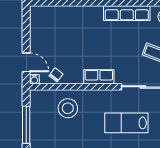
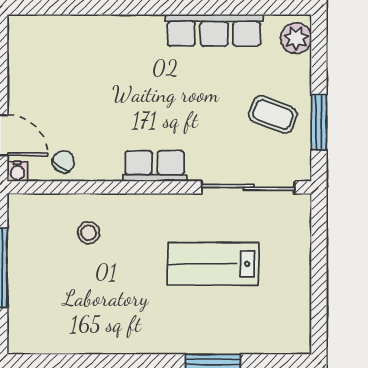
stool: (68, 108) -> (89, 233), width x0.53, depth x0.53

